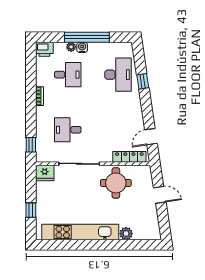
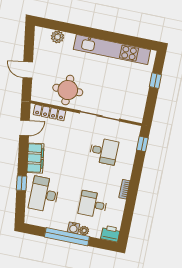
filing cabinet: (134, 109) -> (35, 158), added
fridge: (45, 173) -> (135, 114), removed
plant: (126, 234) -> (57, 37), moved

